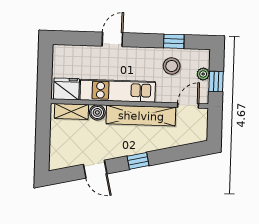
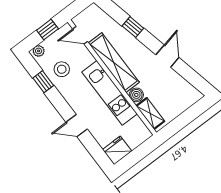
plant: (203, 74) -> (39, 51), moved
fridge: (66, 89) -> (117, 150), moved, turned 90
window: (138, 161) -> (133, 27), moved
door: (95, 169) -> (167, 56), moved

